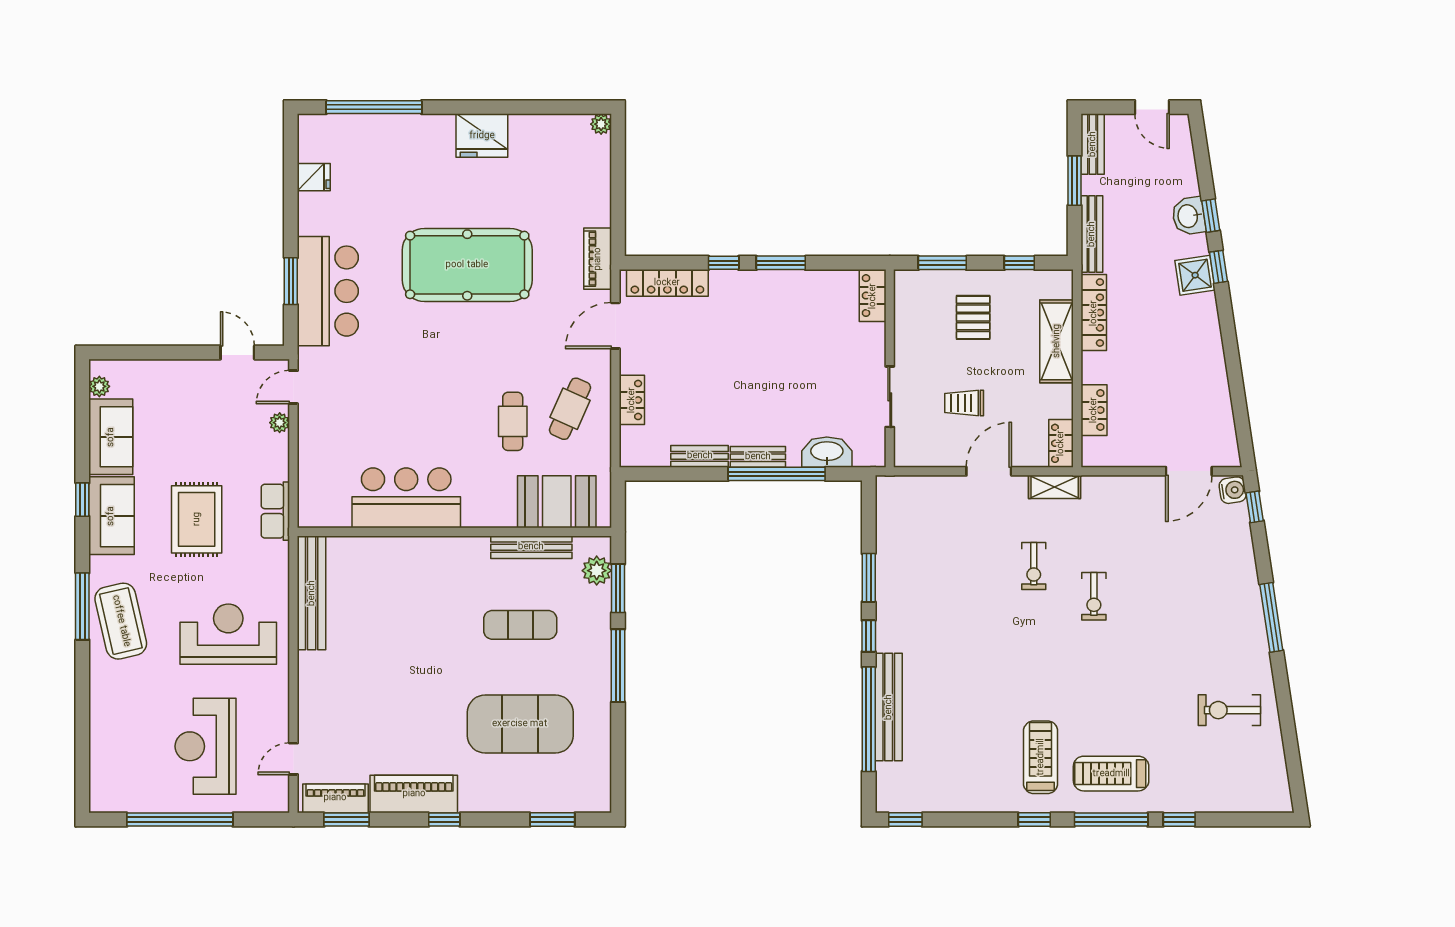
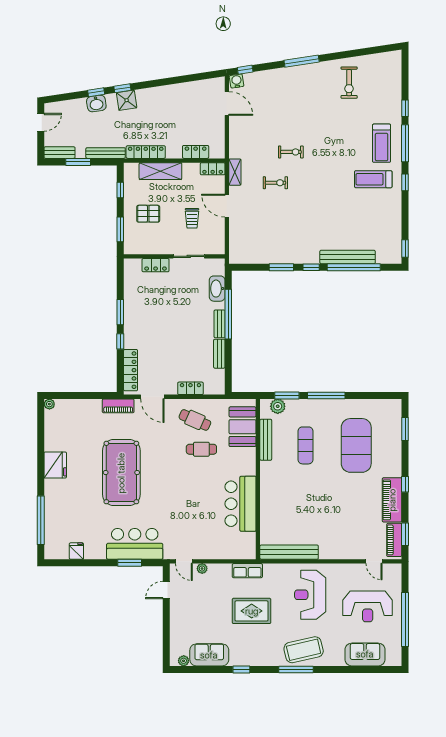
locker: (873, 296) -> (156, 265), moved
sofa: (111, 516) -> (365, 654), moved

